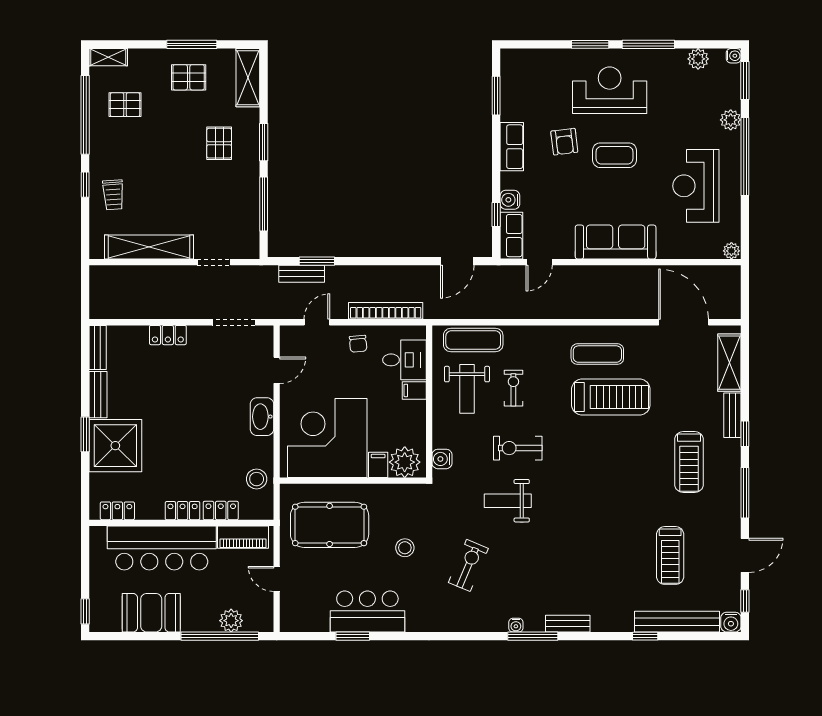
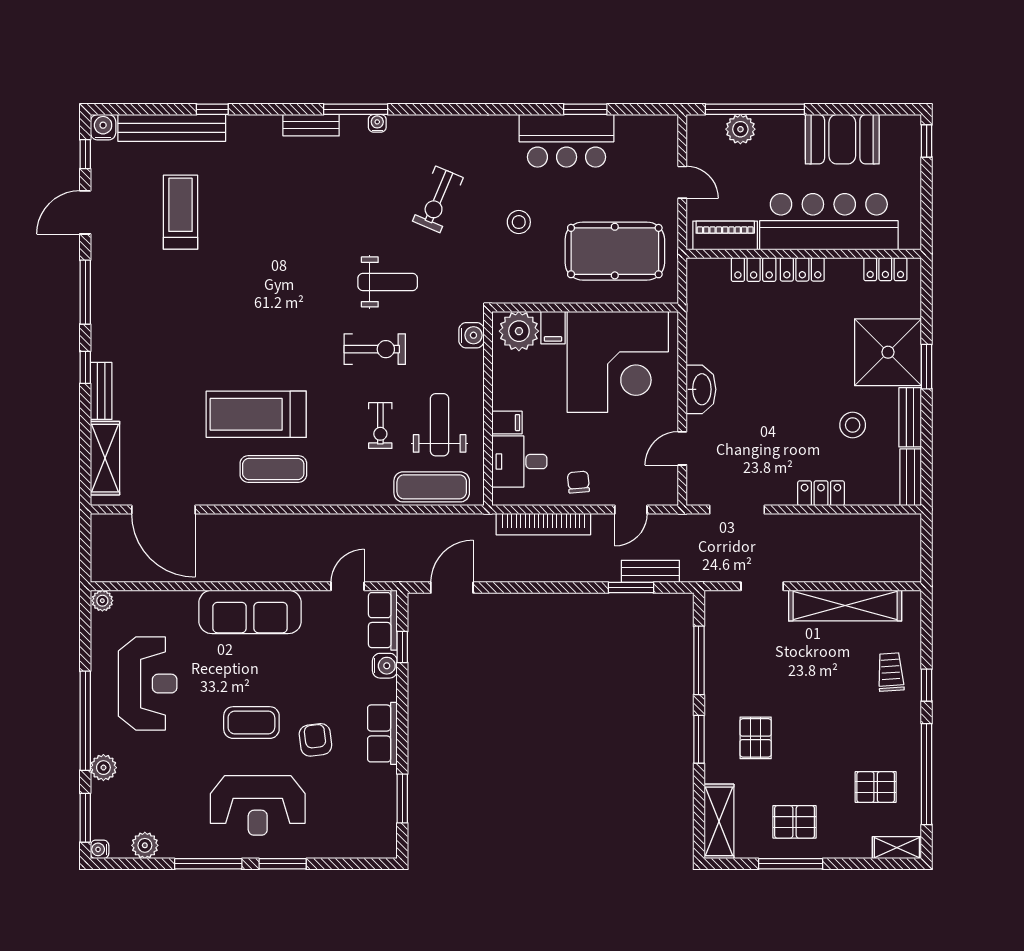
treadmill: (689, 462) -> (156, 331), removed
stool: (257, 479) -> (853, 425), moved

